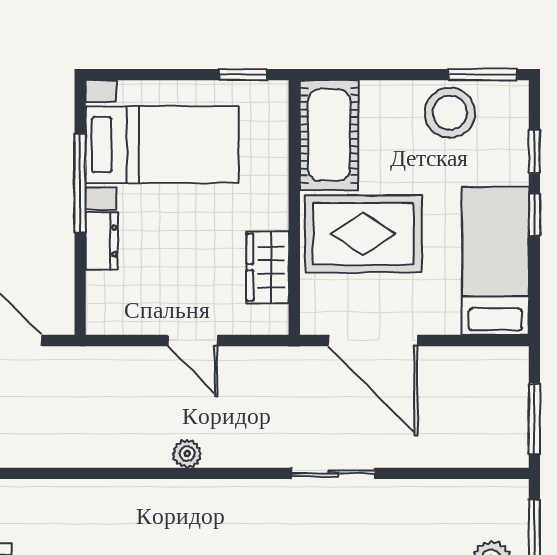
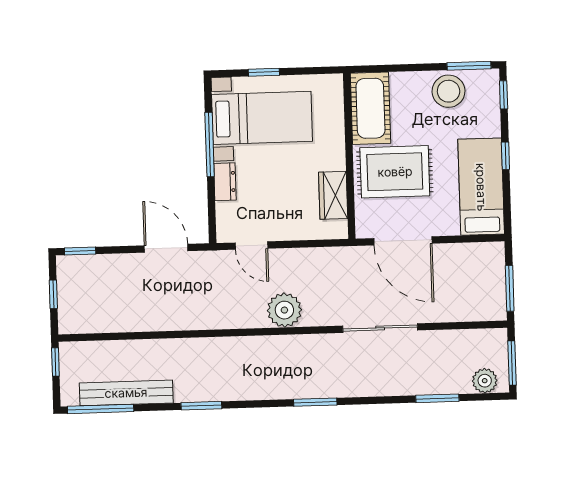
window: (243, 75) -> (264, 72), moved
window: (534, 151) -> (504, 95), moved
door: (193, 340) -> (251, 246), moved
plant: (187, 454) -> (284, 310), width x1.88, depth x1.88
sliding door: (333, 473) -> (380, 328), width x1.37

